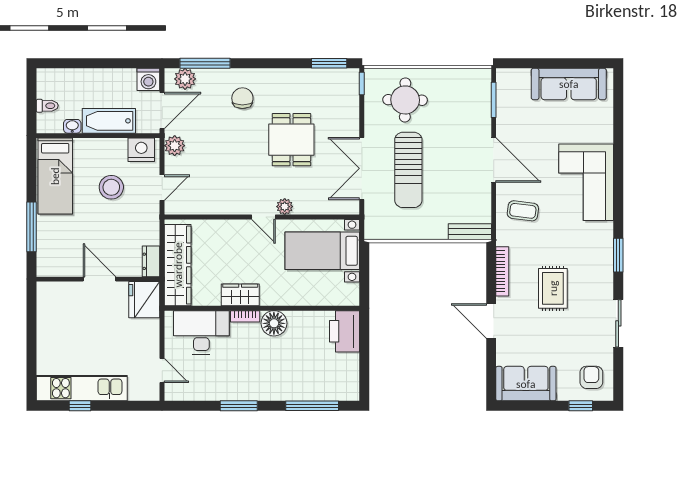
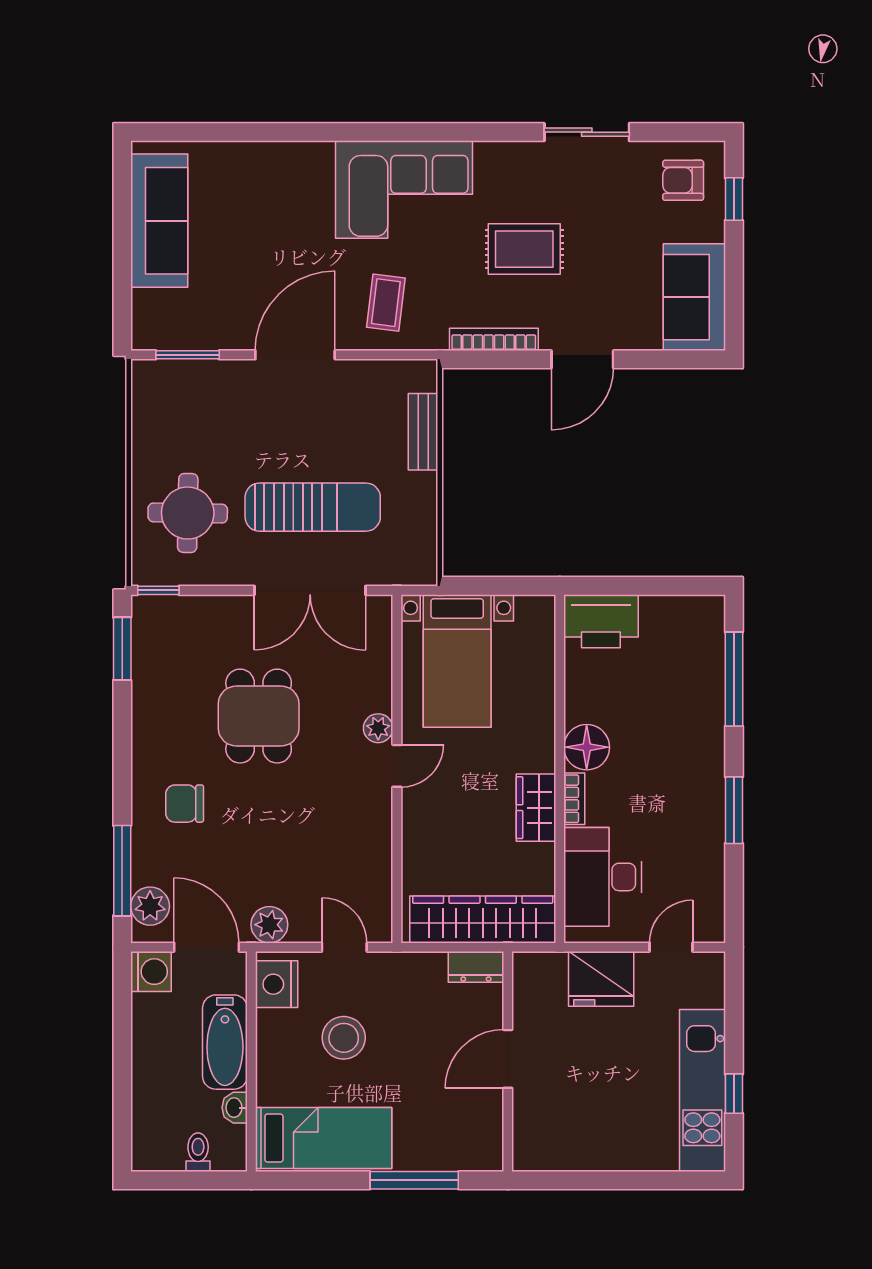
dining table: (291, 140) -> (259, 716), turned 90
corner sofa: (586, 182) -> (404, 190), moved
bench: (470, 232) -> (423, 432), moved
window: (618, 255) -> (465, 132), removed
fridge: (144, 300) -> (601, 979), moved

